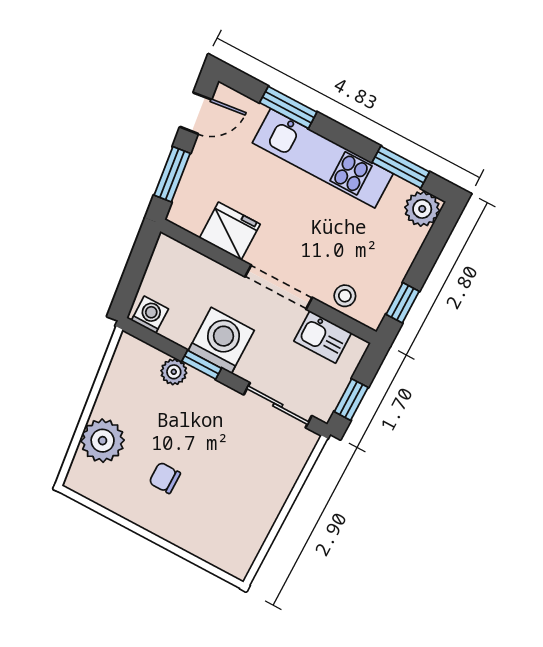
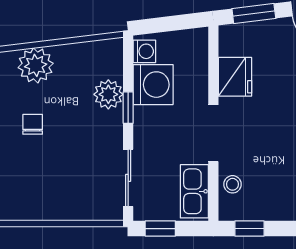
kitchen sink: (323, 337) -> (194, 191), width x1.38
washing machine: (221, 340) -> (153, 85), moved
plant: (174, 372) -> (108, 94), width x1.38, depth x1.38

